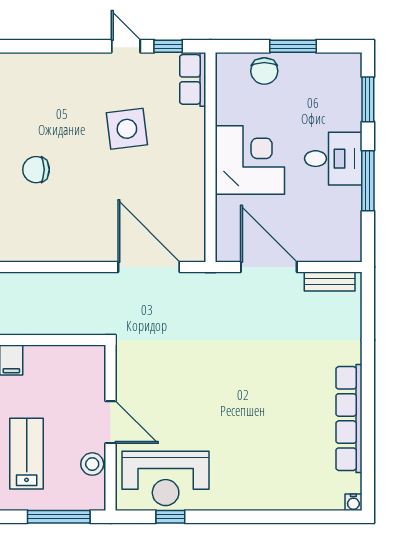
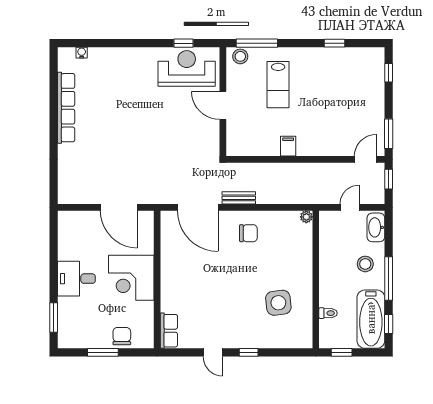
window: (168, 46) -> (249, 352), moved
side table: (127, 129) -> (278, 303), moved
chair: (36, 170) -> (248, 233), moved
window: (368, 181) -> (54, 264), removed
bench: (330, 281) -> (239, 198), moved
stool: (92, 464) -> (240, 56), moved
water cooler: (353, 502) -> (82, 53), moved

